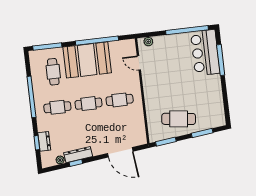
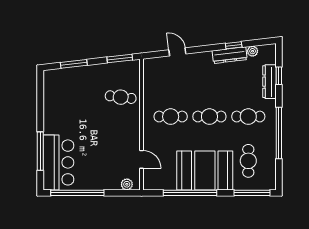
cafe table: (179, 119) -> (121, 97), moved, width x0.73, depth x0.74
dresser: (44, 141) -> (269, 82), width x1.44
door: (120, 152) -> (177, 52), width x0.53

